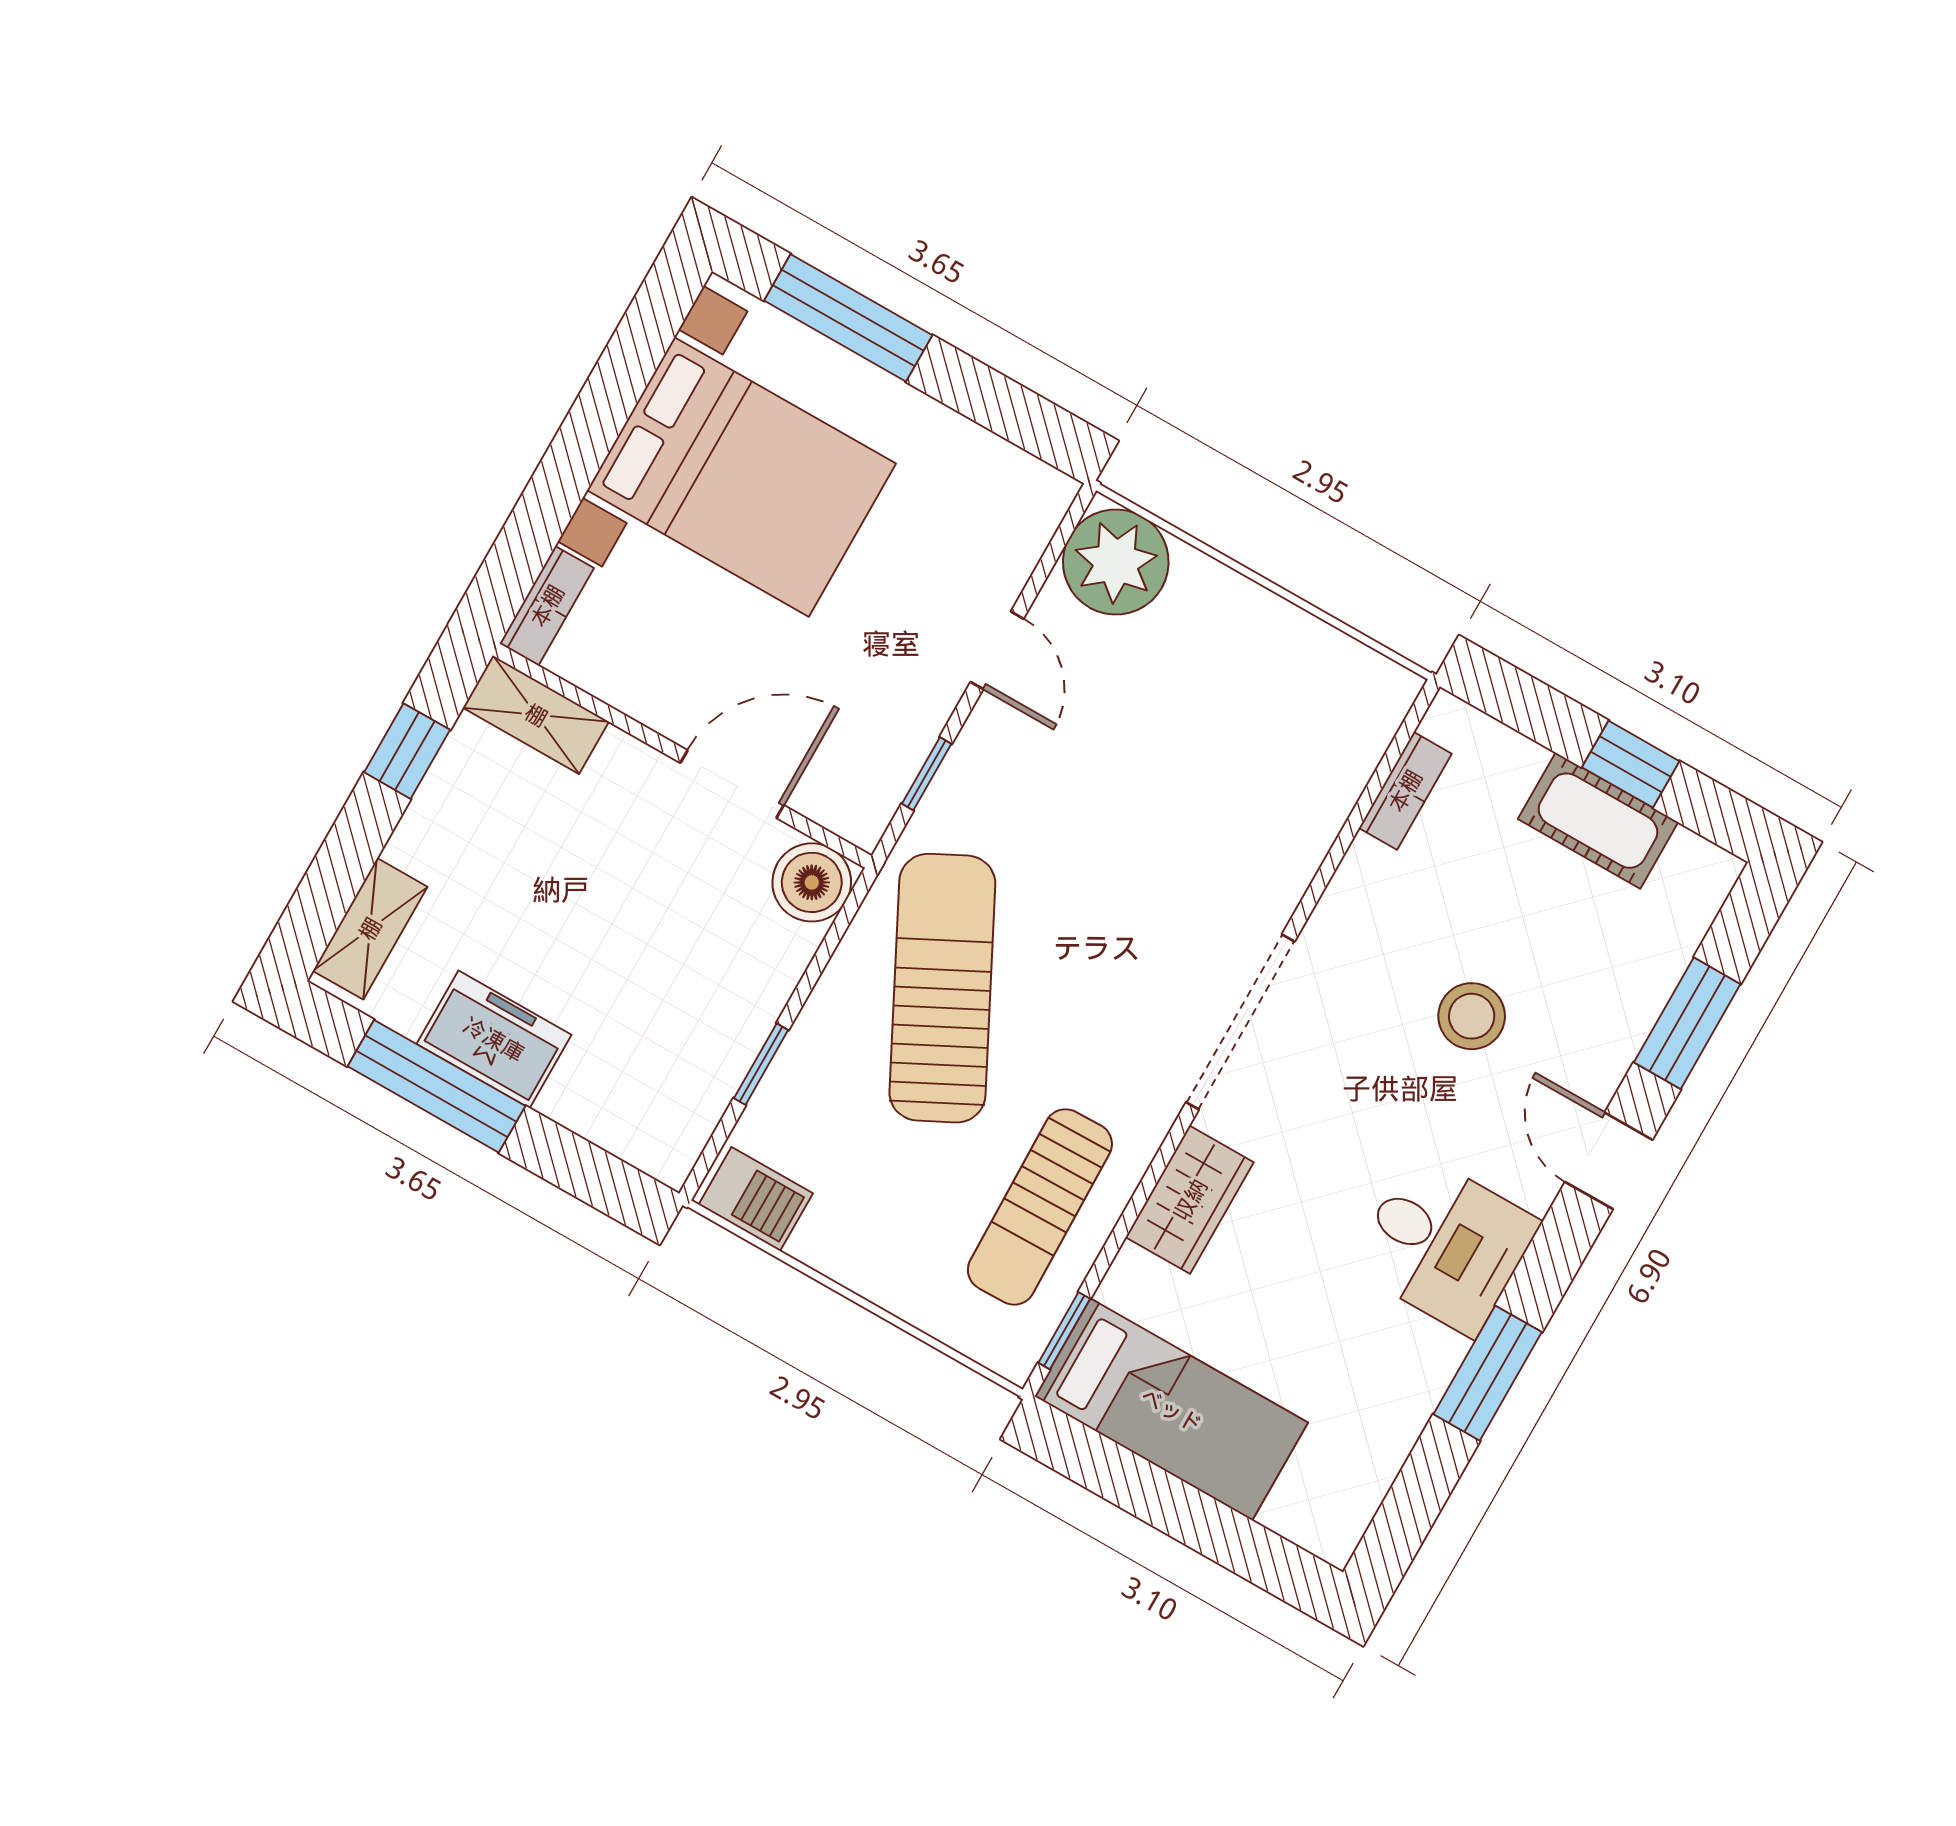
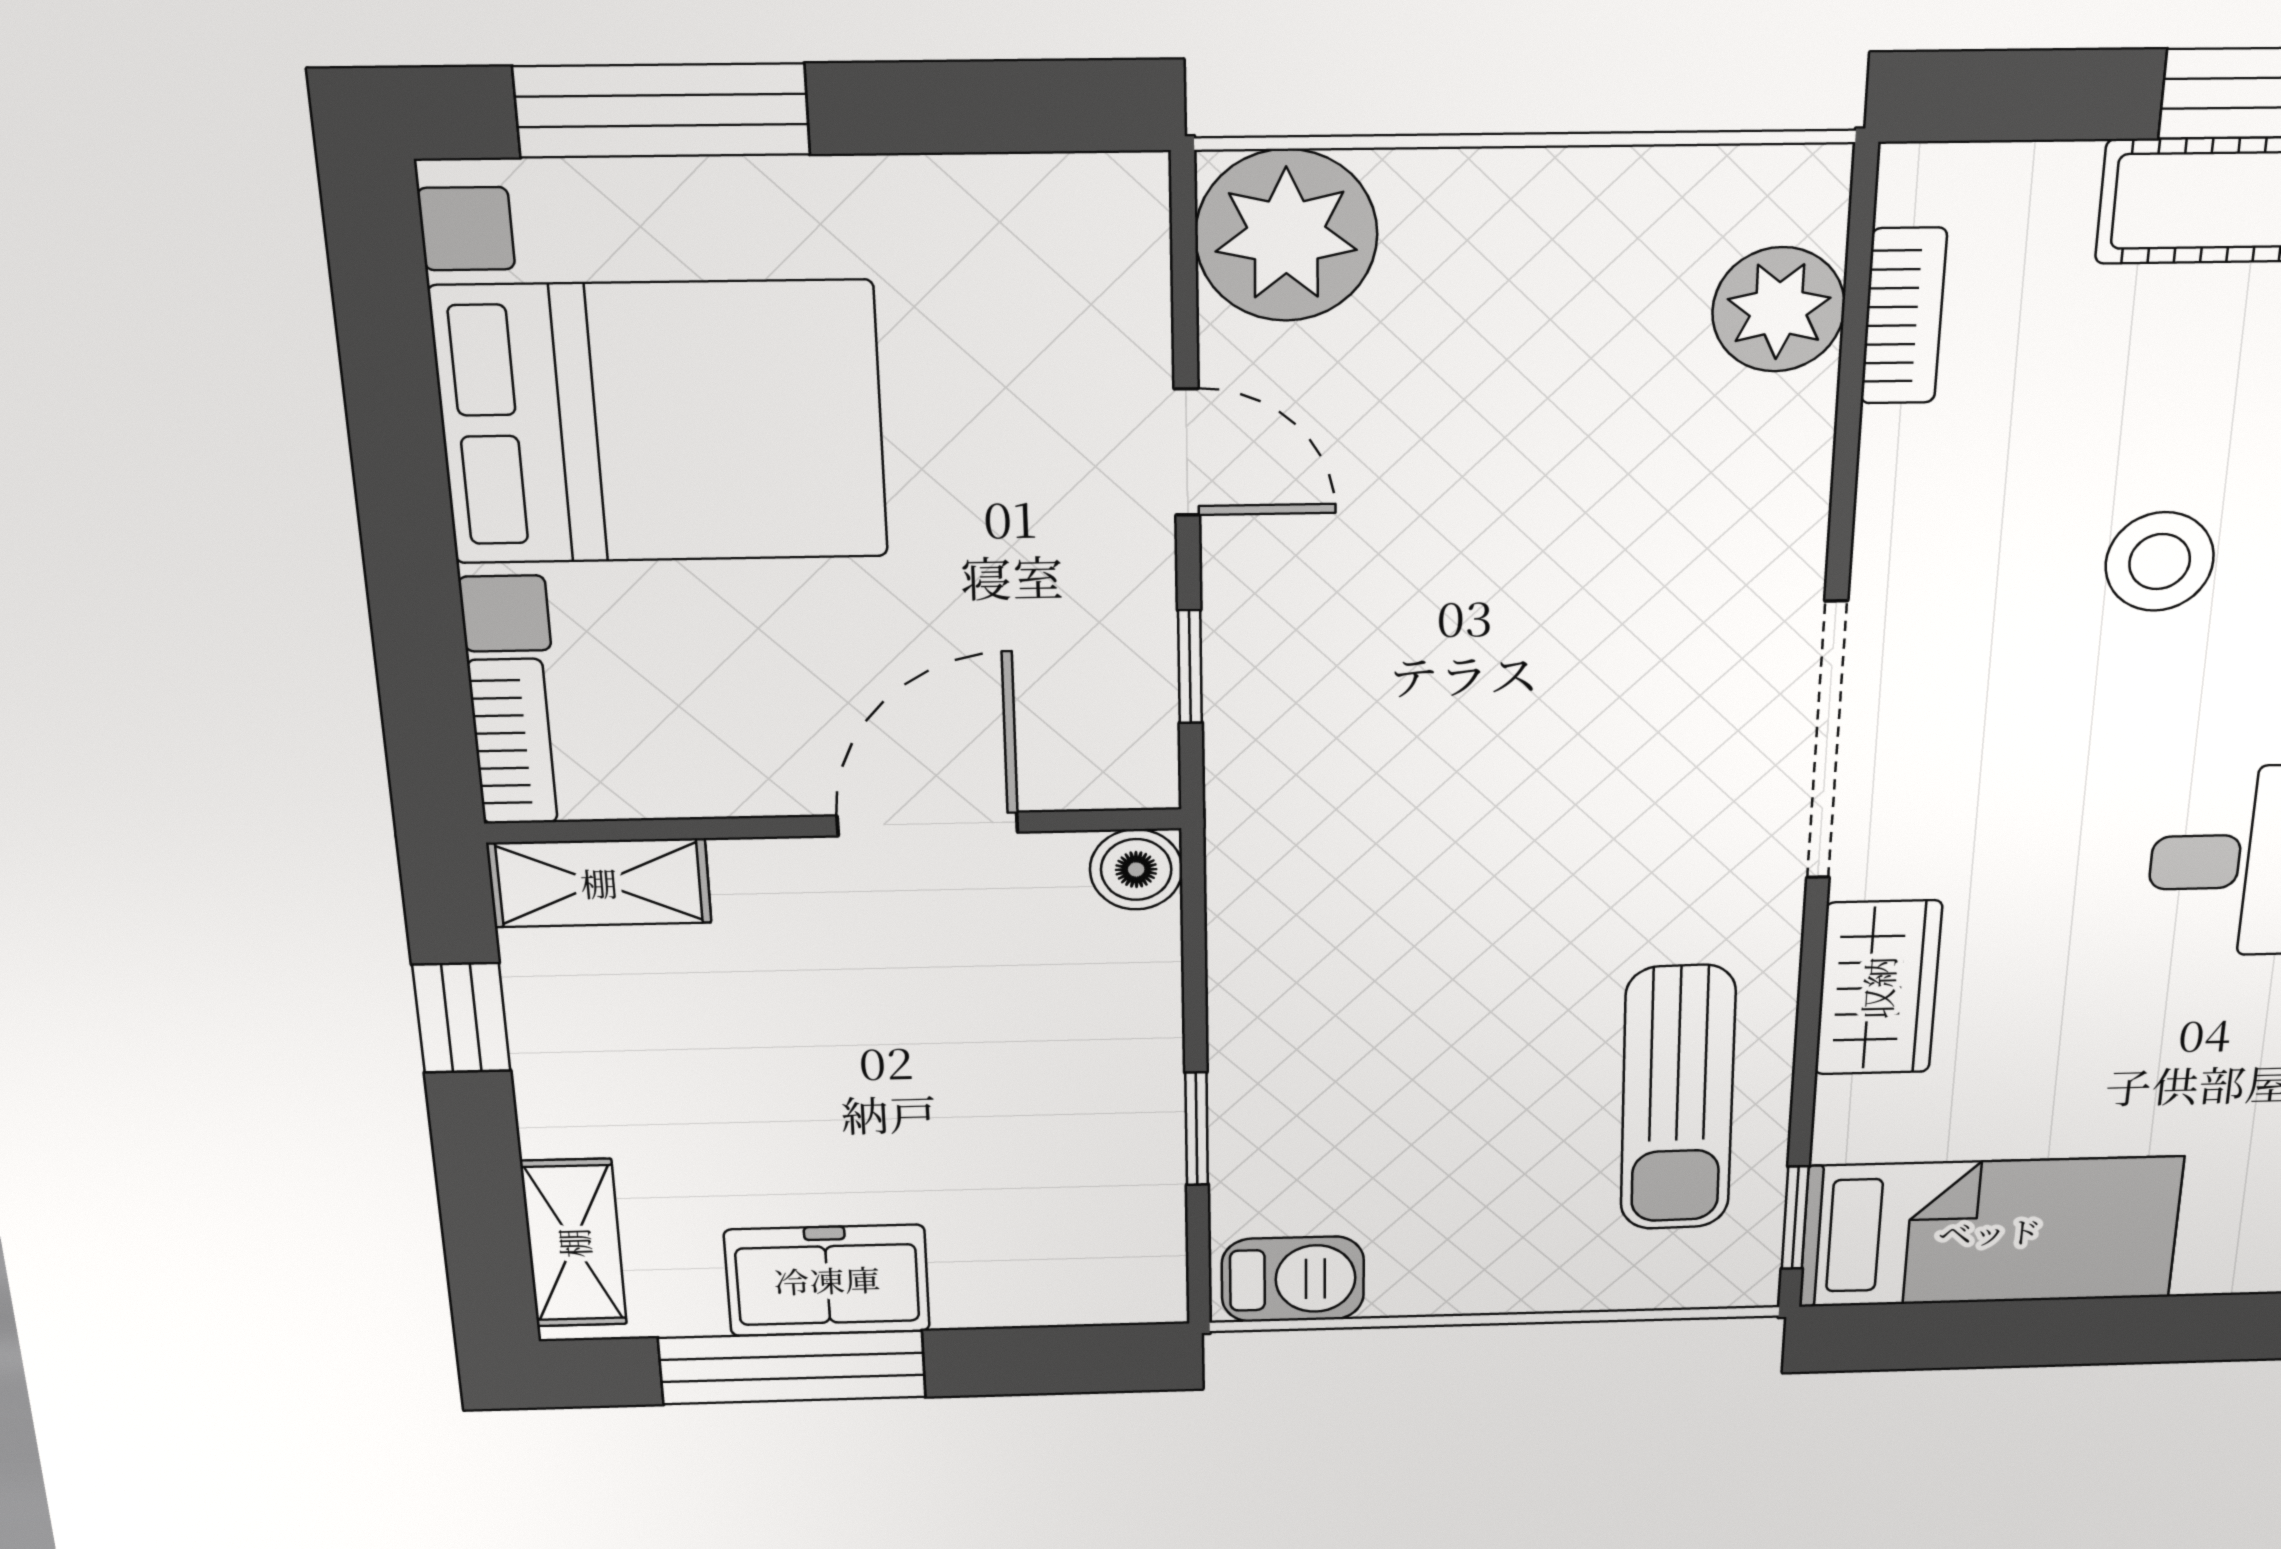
plant: (1343, 749) -> (1779, 310), added
boiler: (812, 882) -> (1136, 869), width x0.73, depth x0.73
sun lounger: (942, 988) -> (1383, 916), removed

